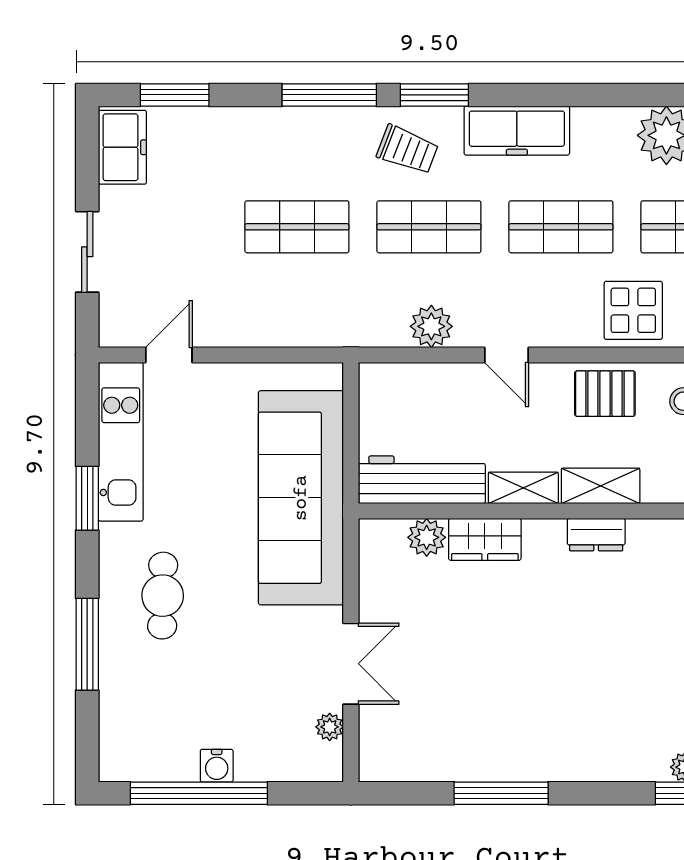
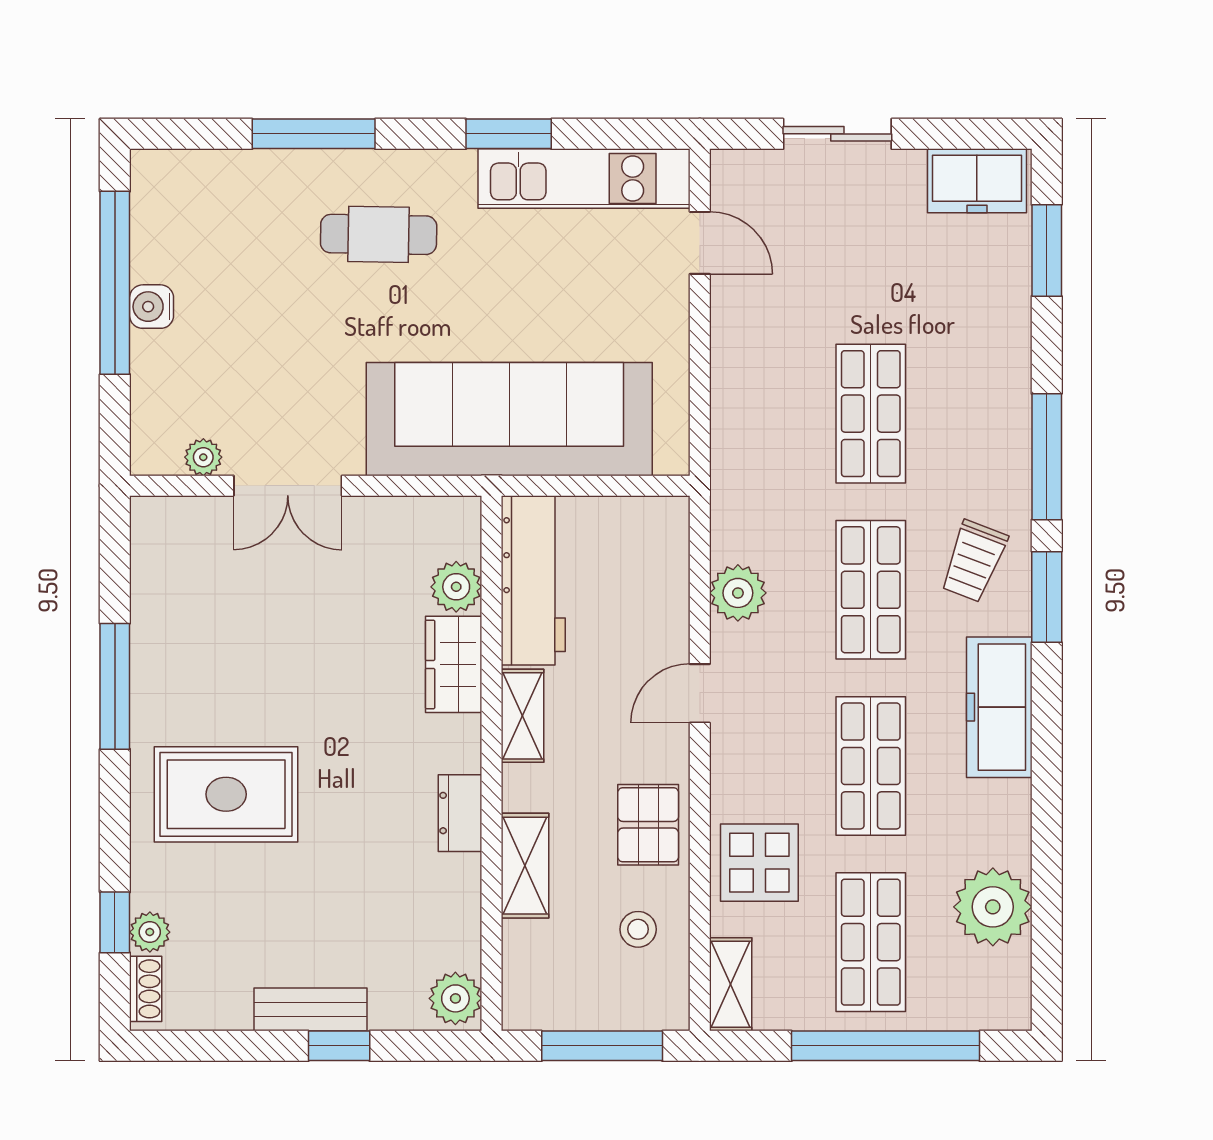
shelving: (601, 486) -> (525, 866), moved
rug: (582, 710) -> (226, 794), added

